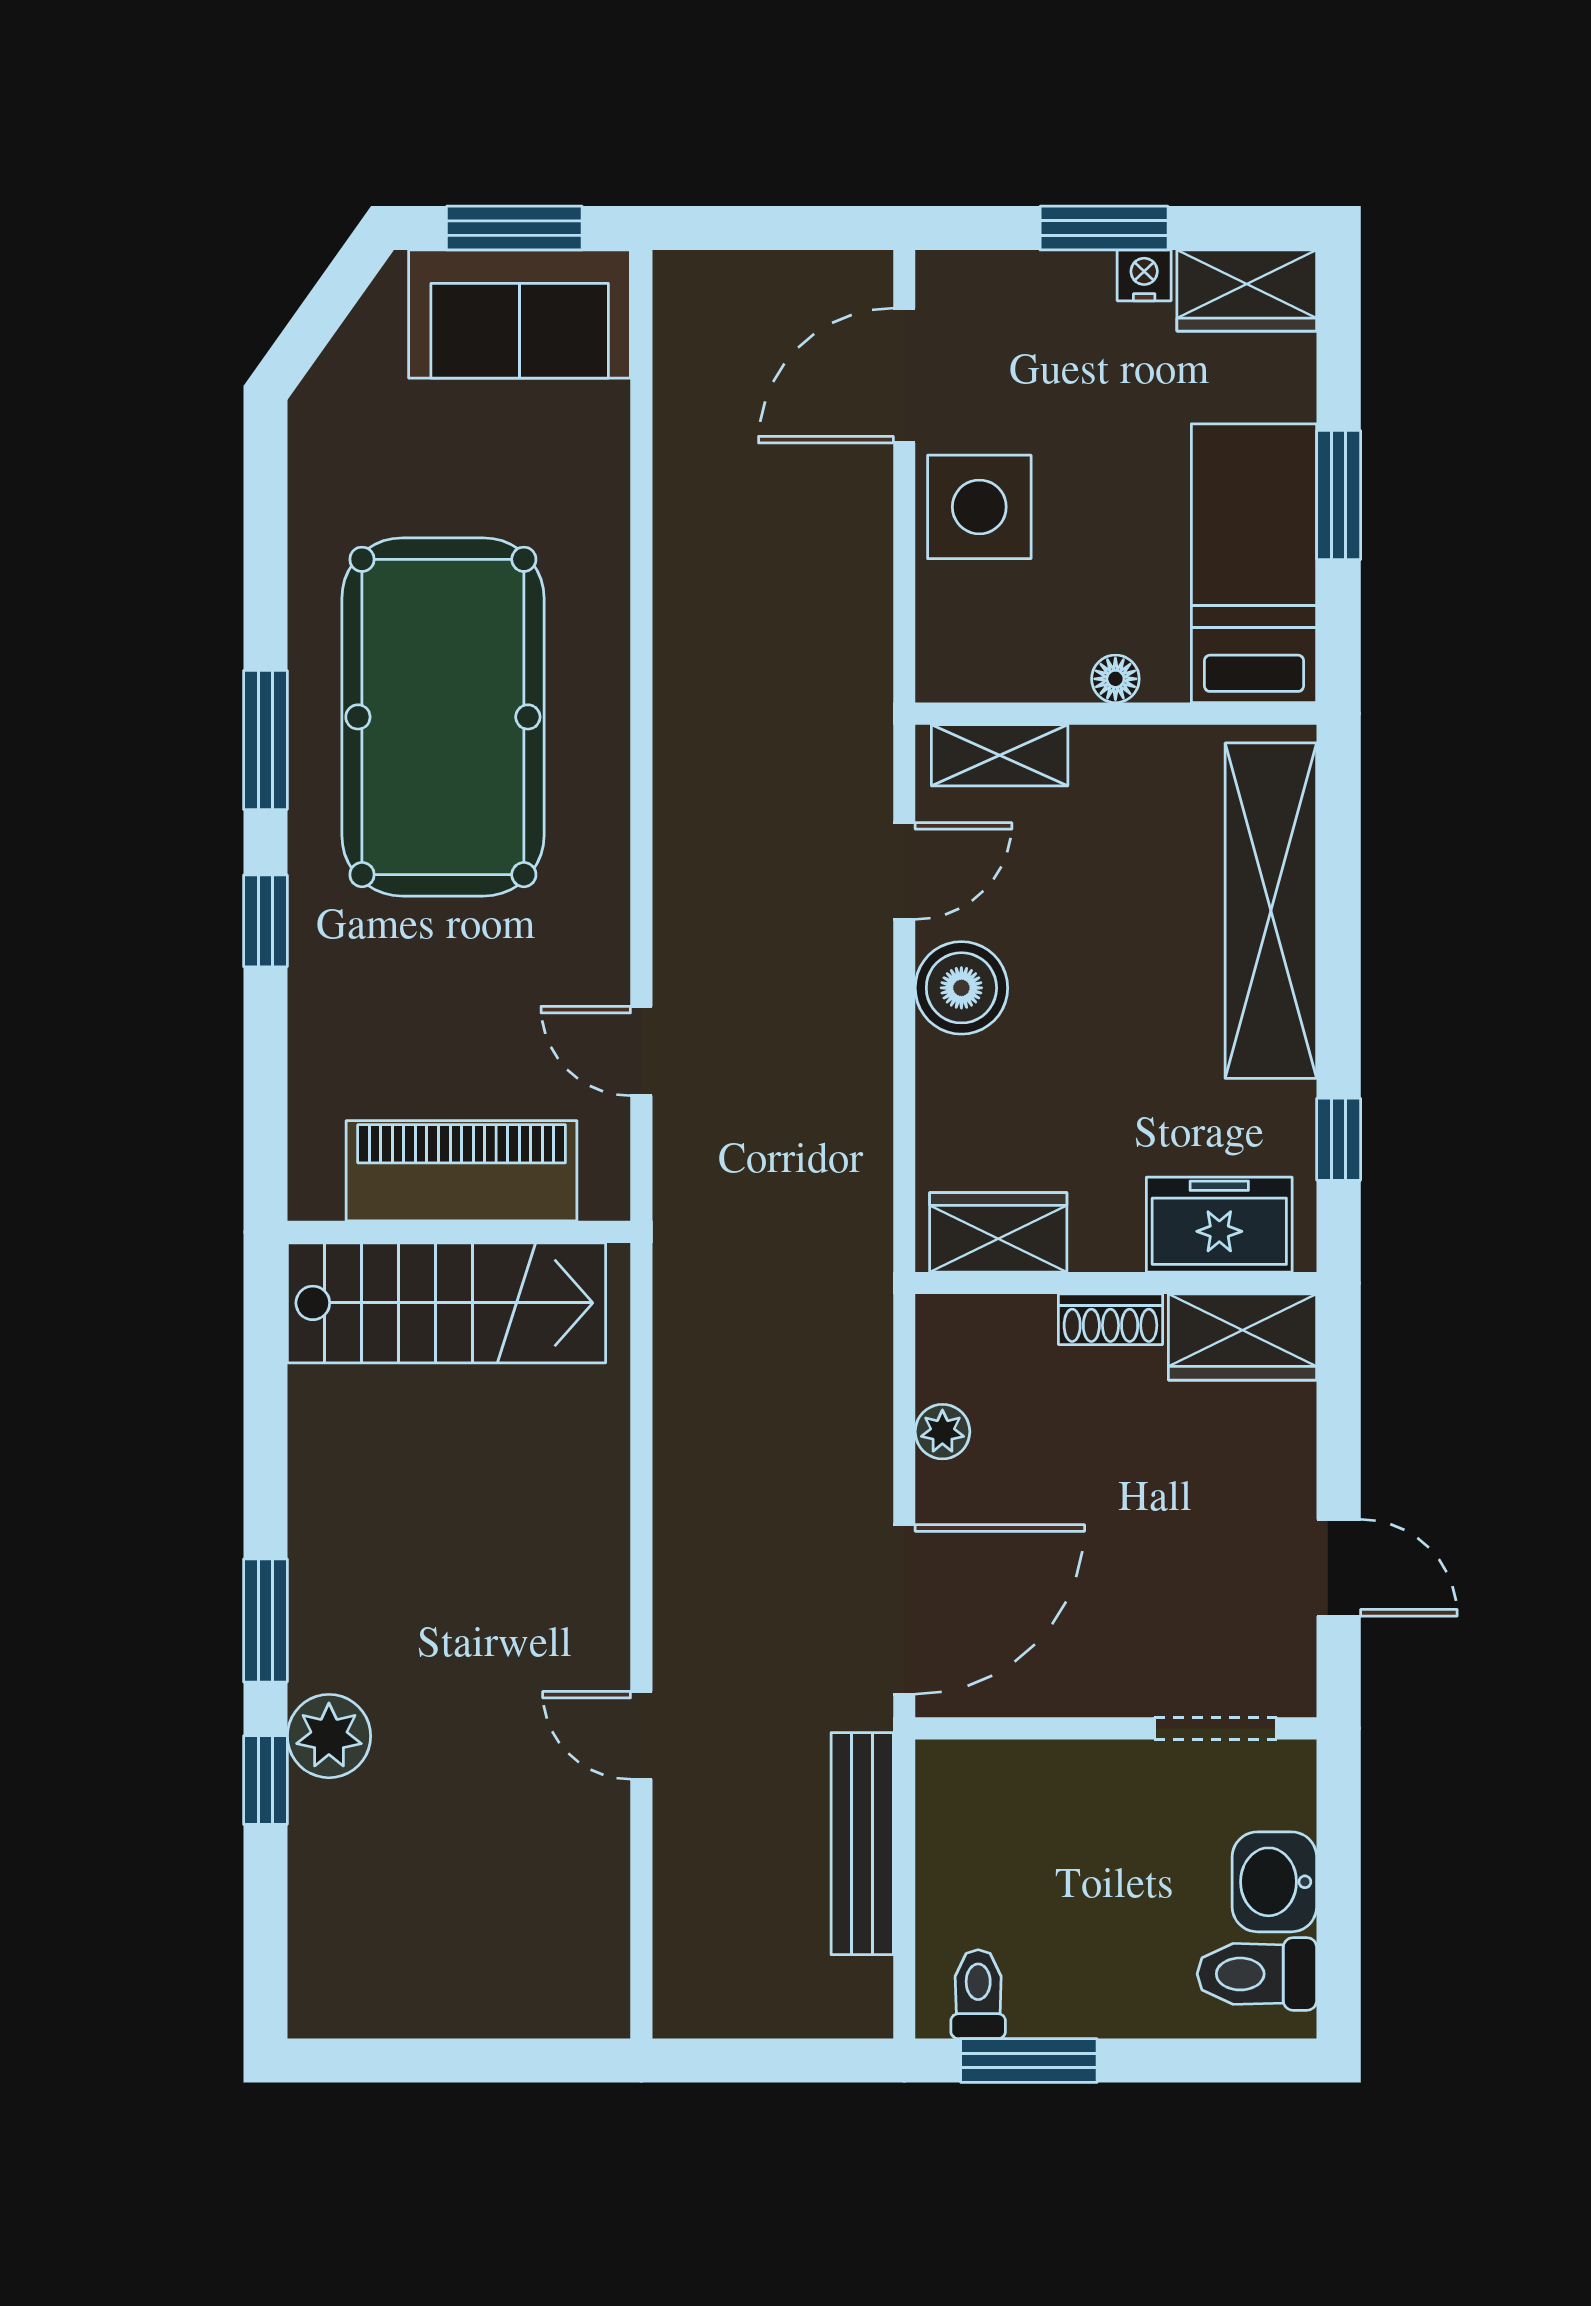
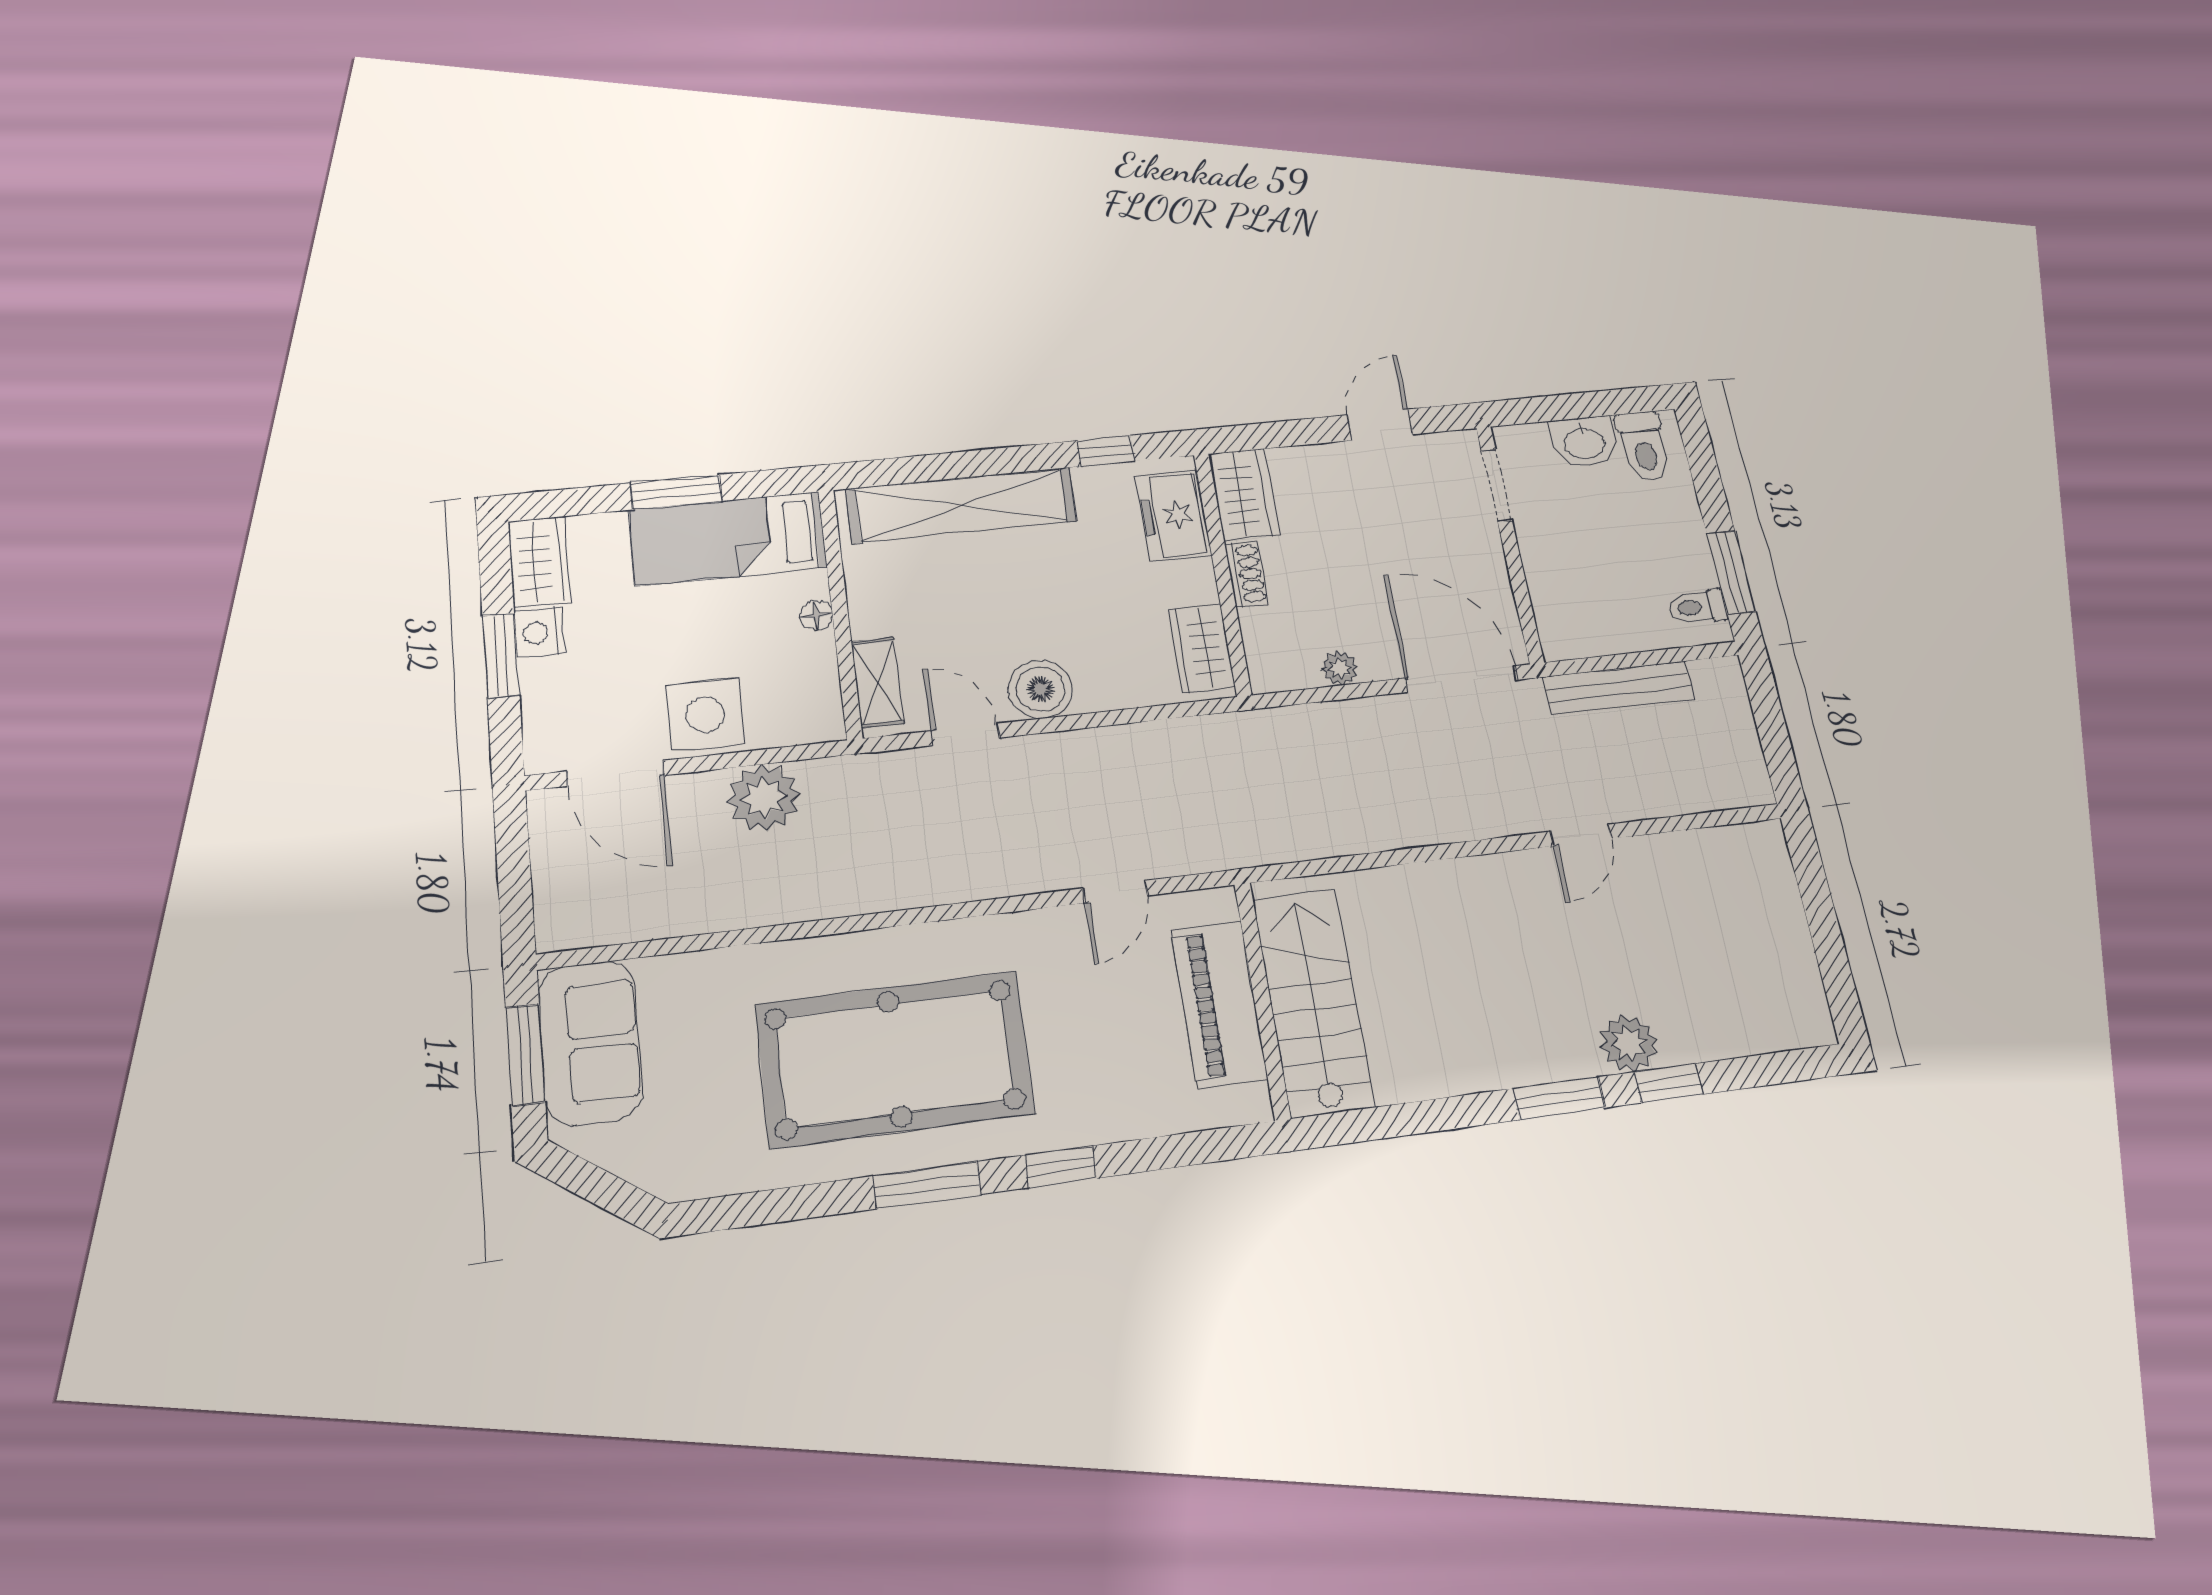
nightstand: (1144, 275) -> (540, 633), width x1.39, depth x1.35
plant: (842, 578) -> (764, 798), added

